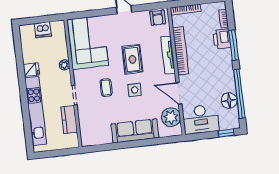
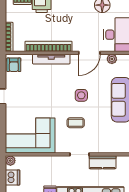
armchair: (158, 18) -> (14, 65), turned 90
rug: (132, 59) -> (51, 94), removed
plant: (64, 65) -> (10, 161), moved
plant: (171, 117) -> (112, 59), width x0.53, depth x0.53

